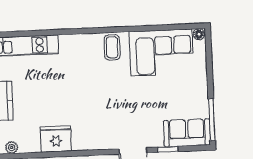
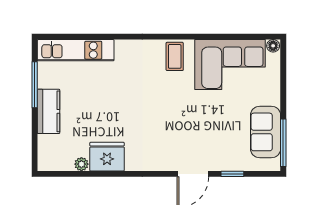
sofa: (187, 133) -> (266, 132), moved, turned -90
plant: (12, 148) -> (81, 164), moved

